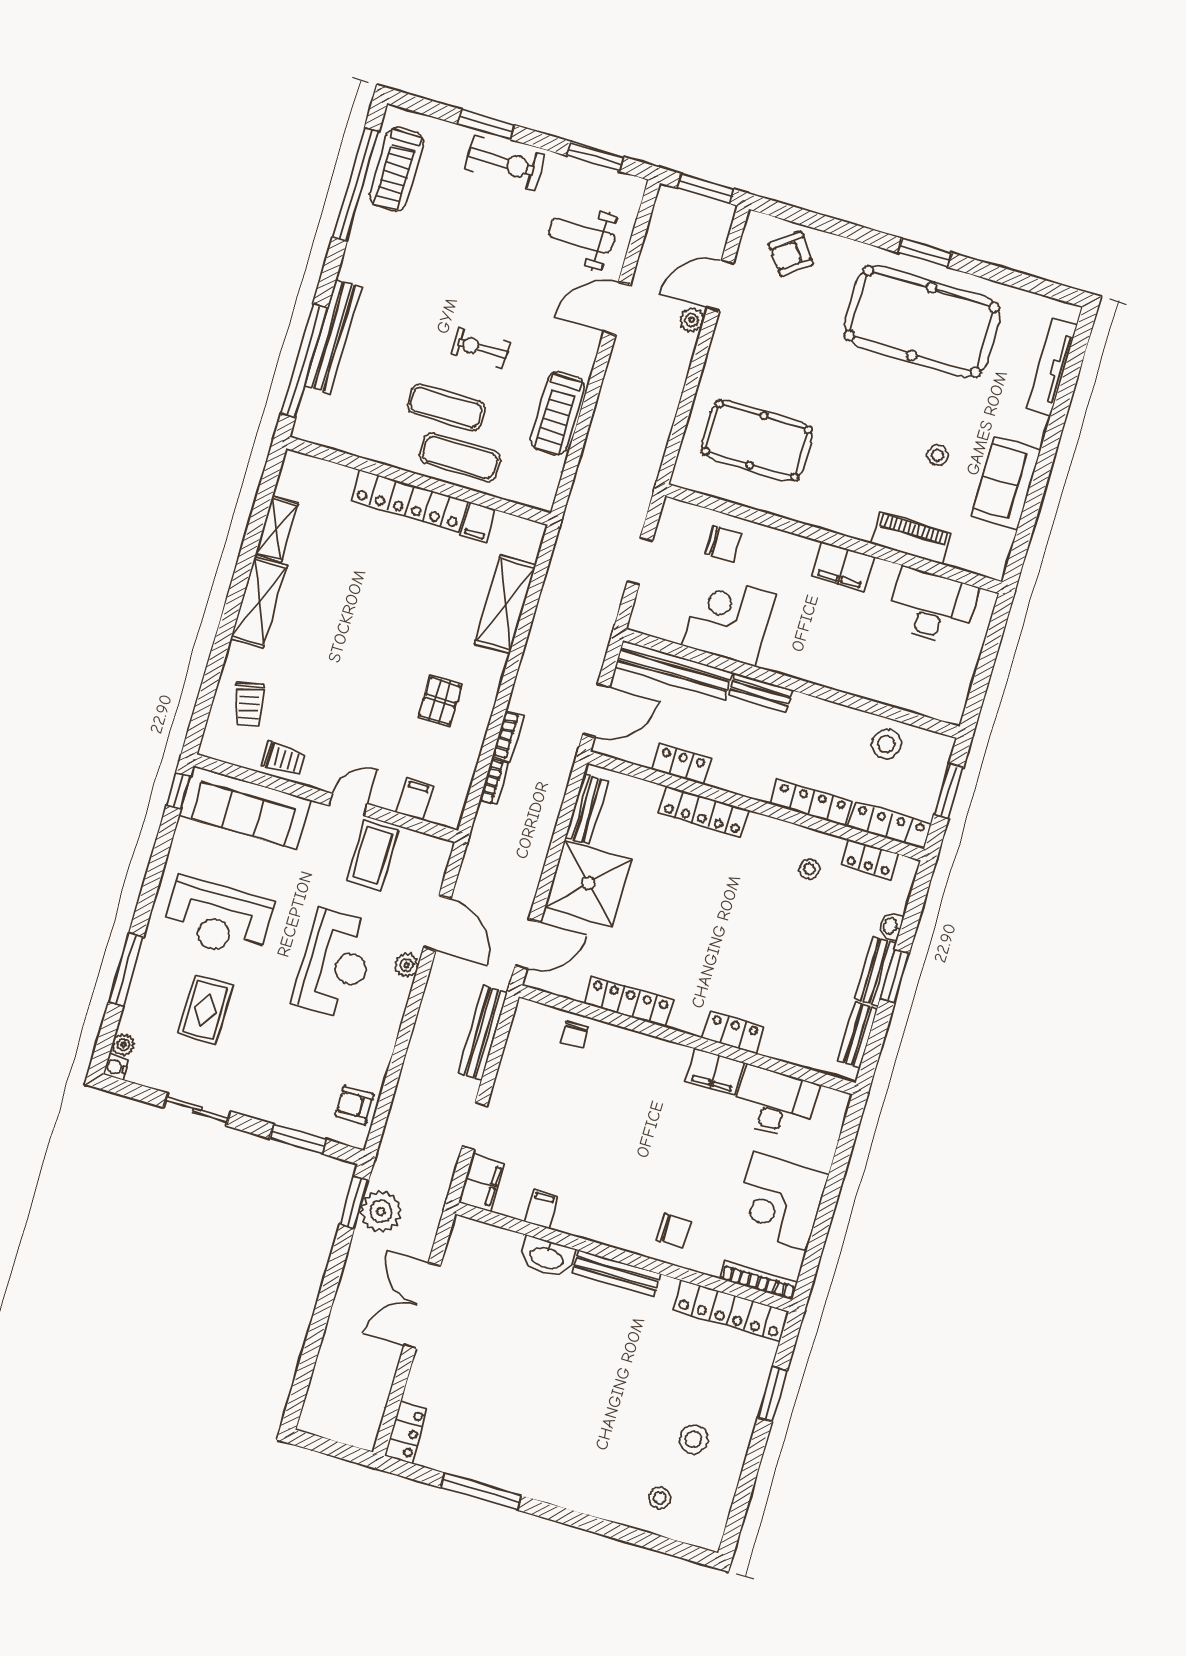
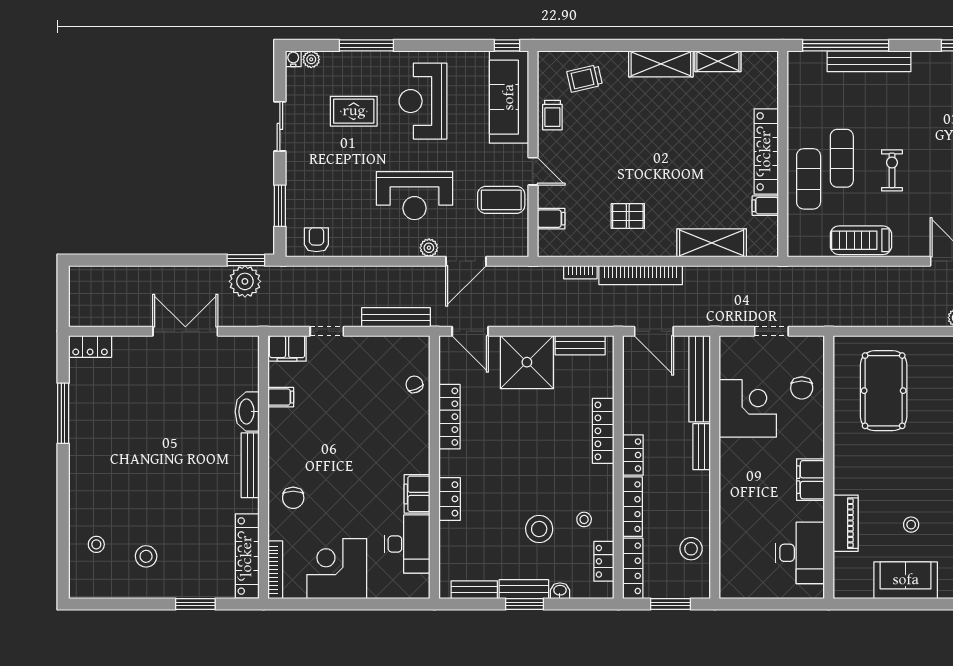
bookcase: (508, 736) -> (641, 275), width x2.31, depth x1.31
locker: (681, 764) -> (633, 455), moved
stool: (805, 930) -> (539, 529), added
chair: (575, 1034) -> (414, 384), turned 67

